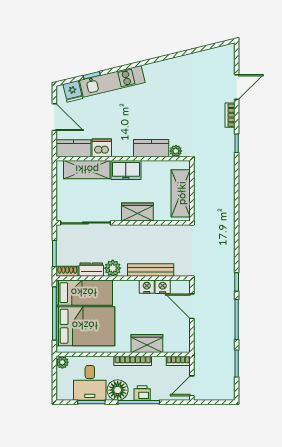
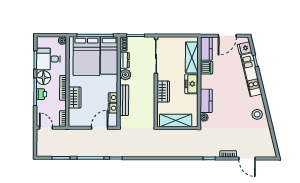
stool: (171, 72) -> (257, 114), added

